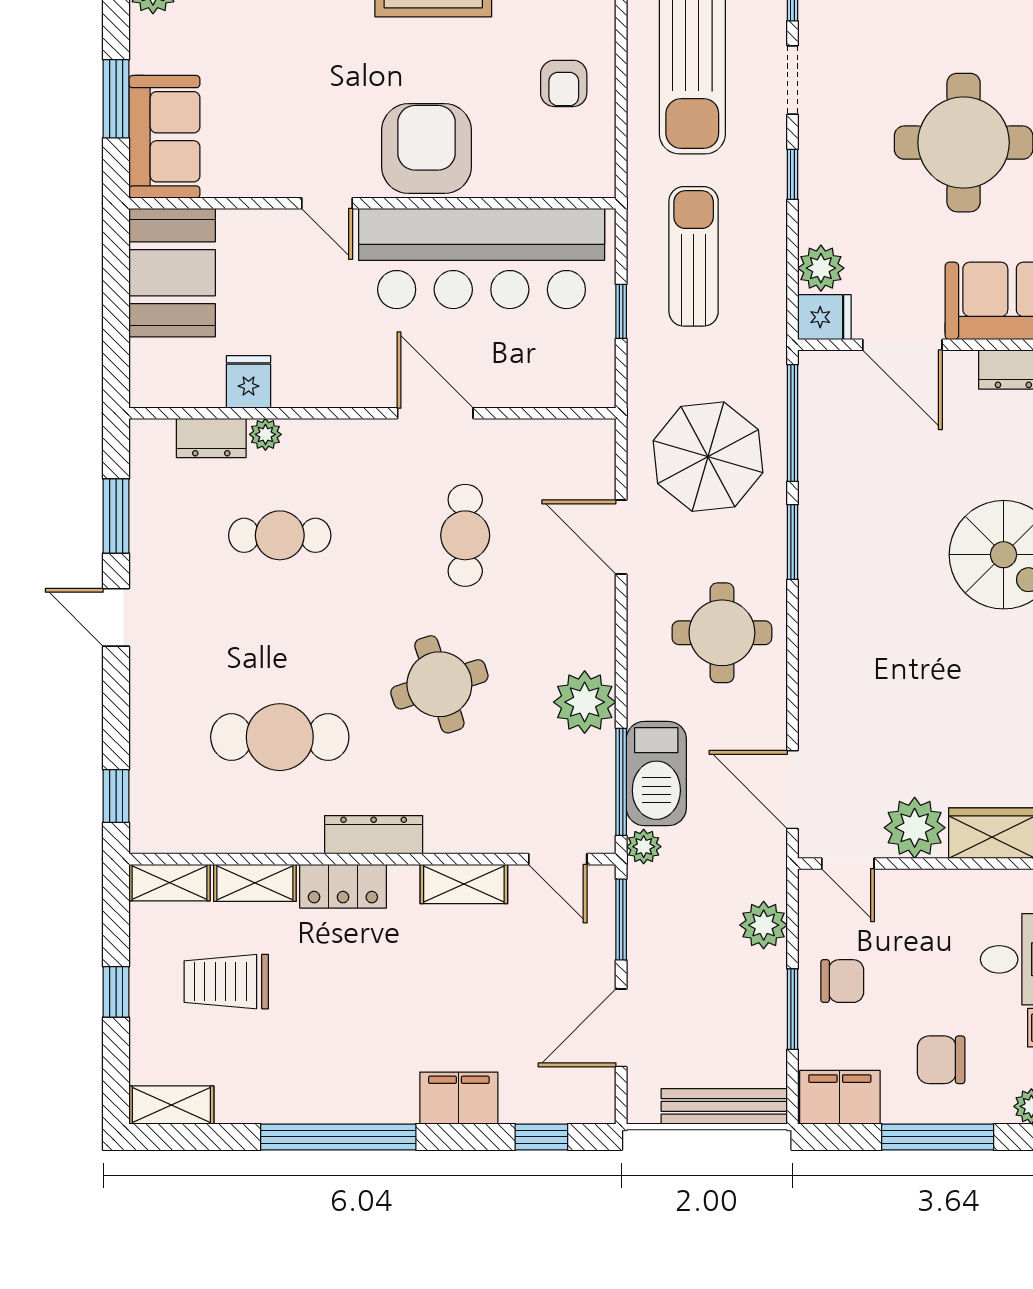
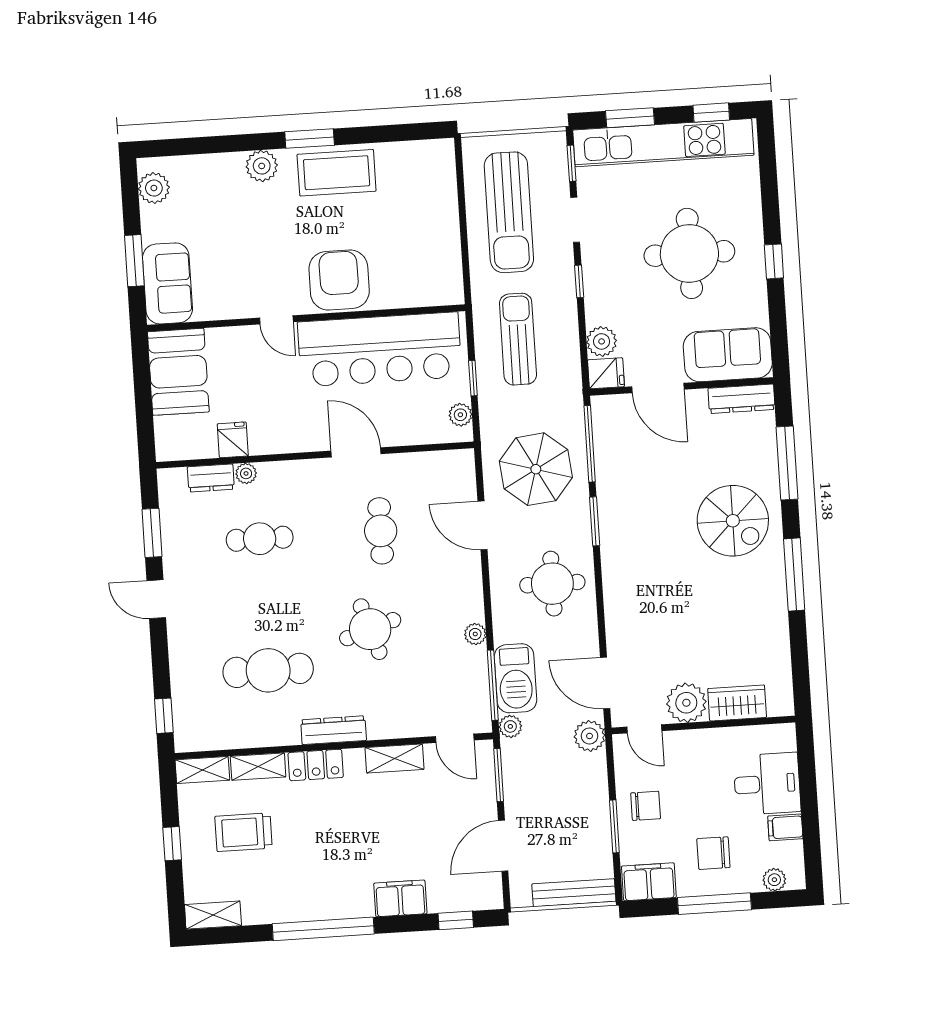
armchair: (564, 83) -> (426, 232), removed
plant: (598, 366) -> (460, 415), added
plant: (585, 702) -> (475, 634), width x0.53, depth x0.53
plant: (764, 925) -> (590, 736), moved

